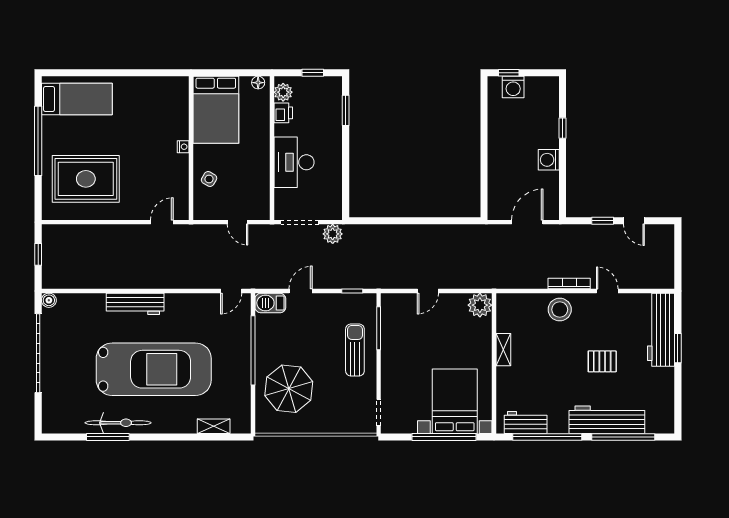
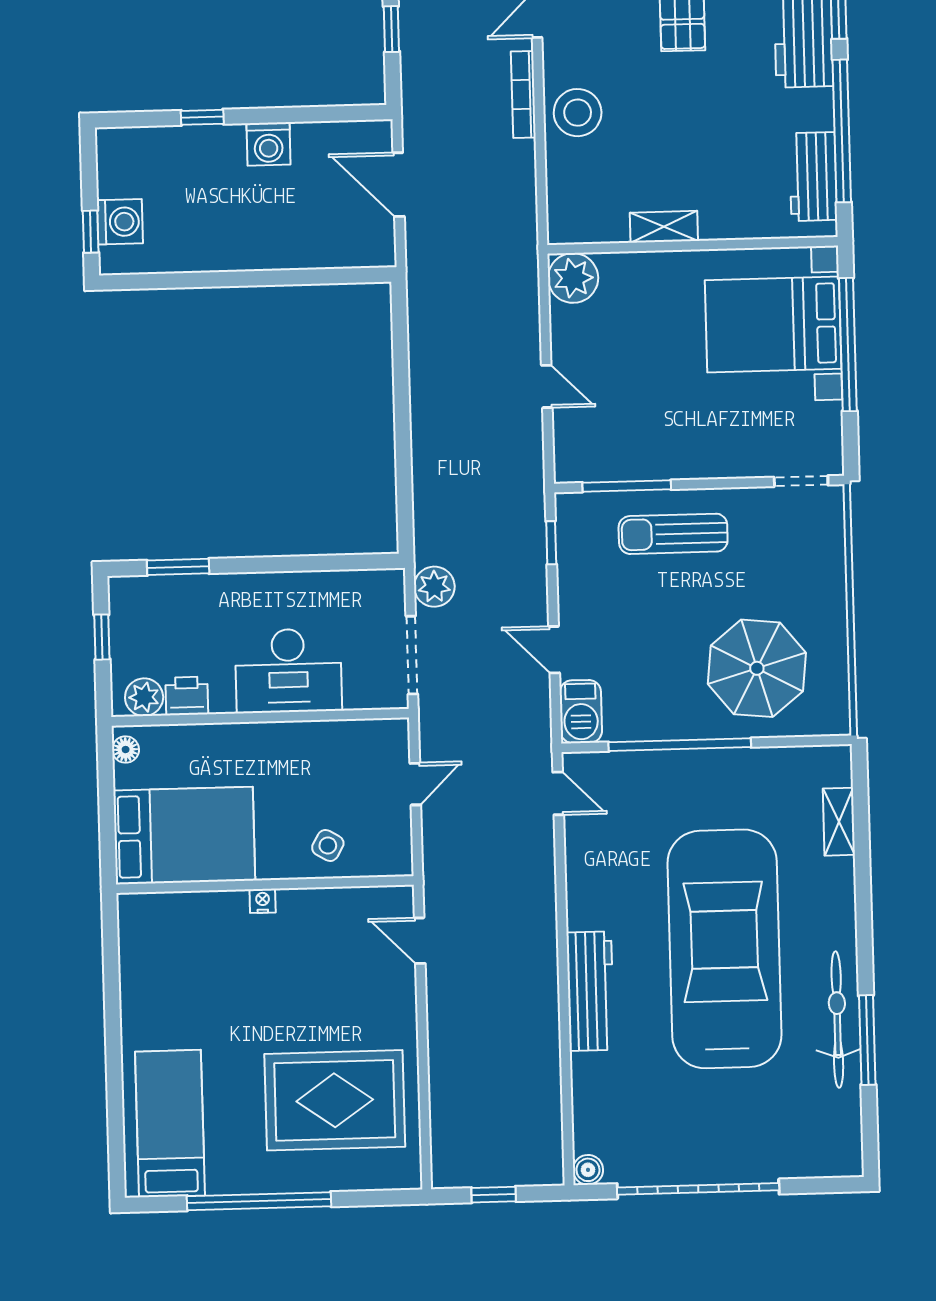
rug: (86, 179) -> (335, 1100), turned 90

